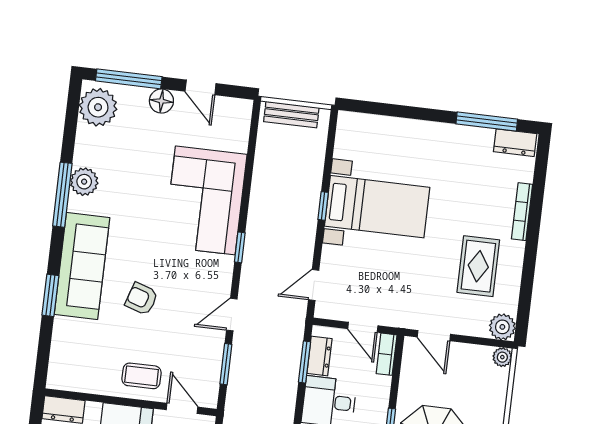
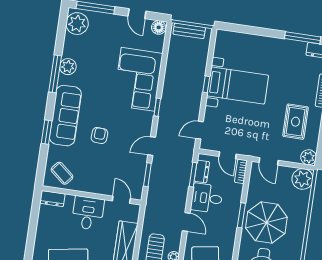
floor lamp: (161, 101) -> (159, 27), moved
armchair: (142, 299) -> (99, 135), turned 75
plant: (502, 357) -> (303, 179), width x1.88, depth x1.88
coffee table: (142, 376) -> (62, 173), moved, turned 40

